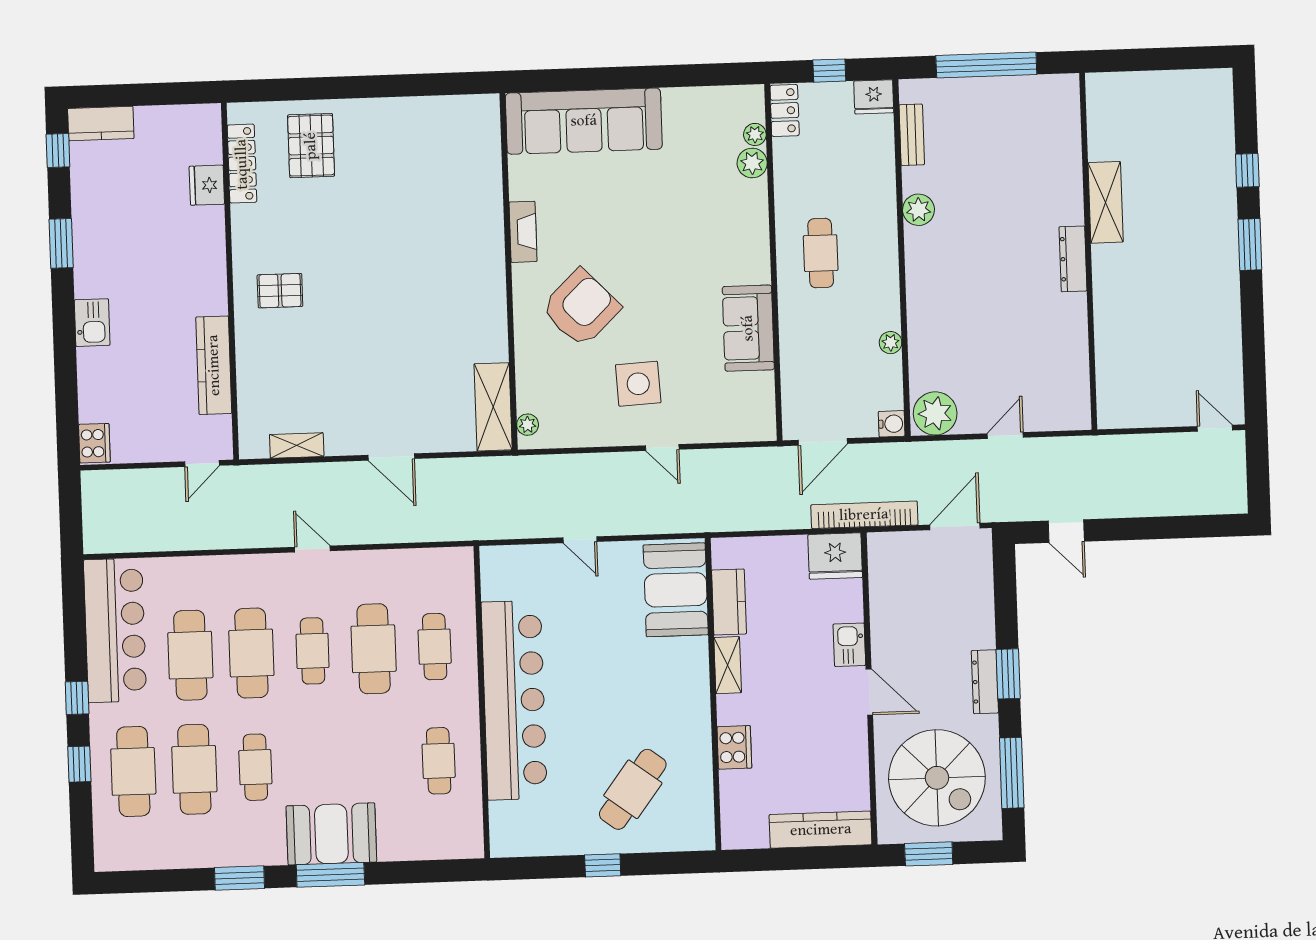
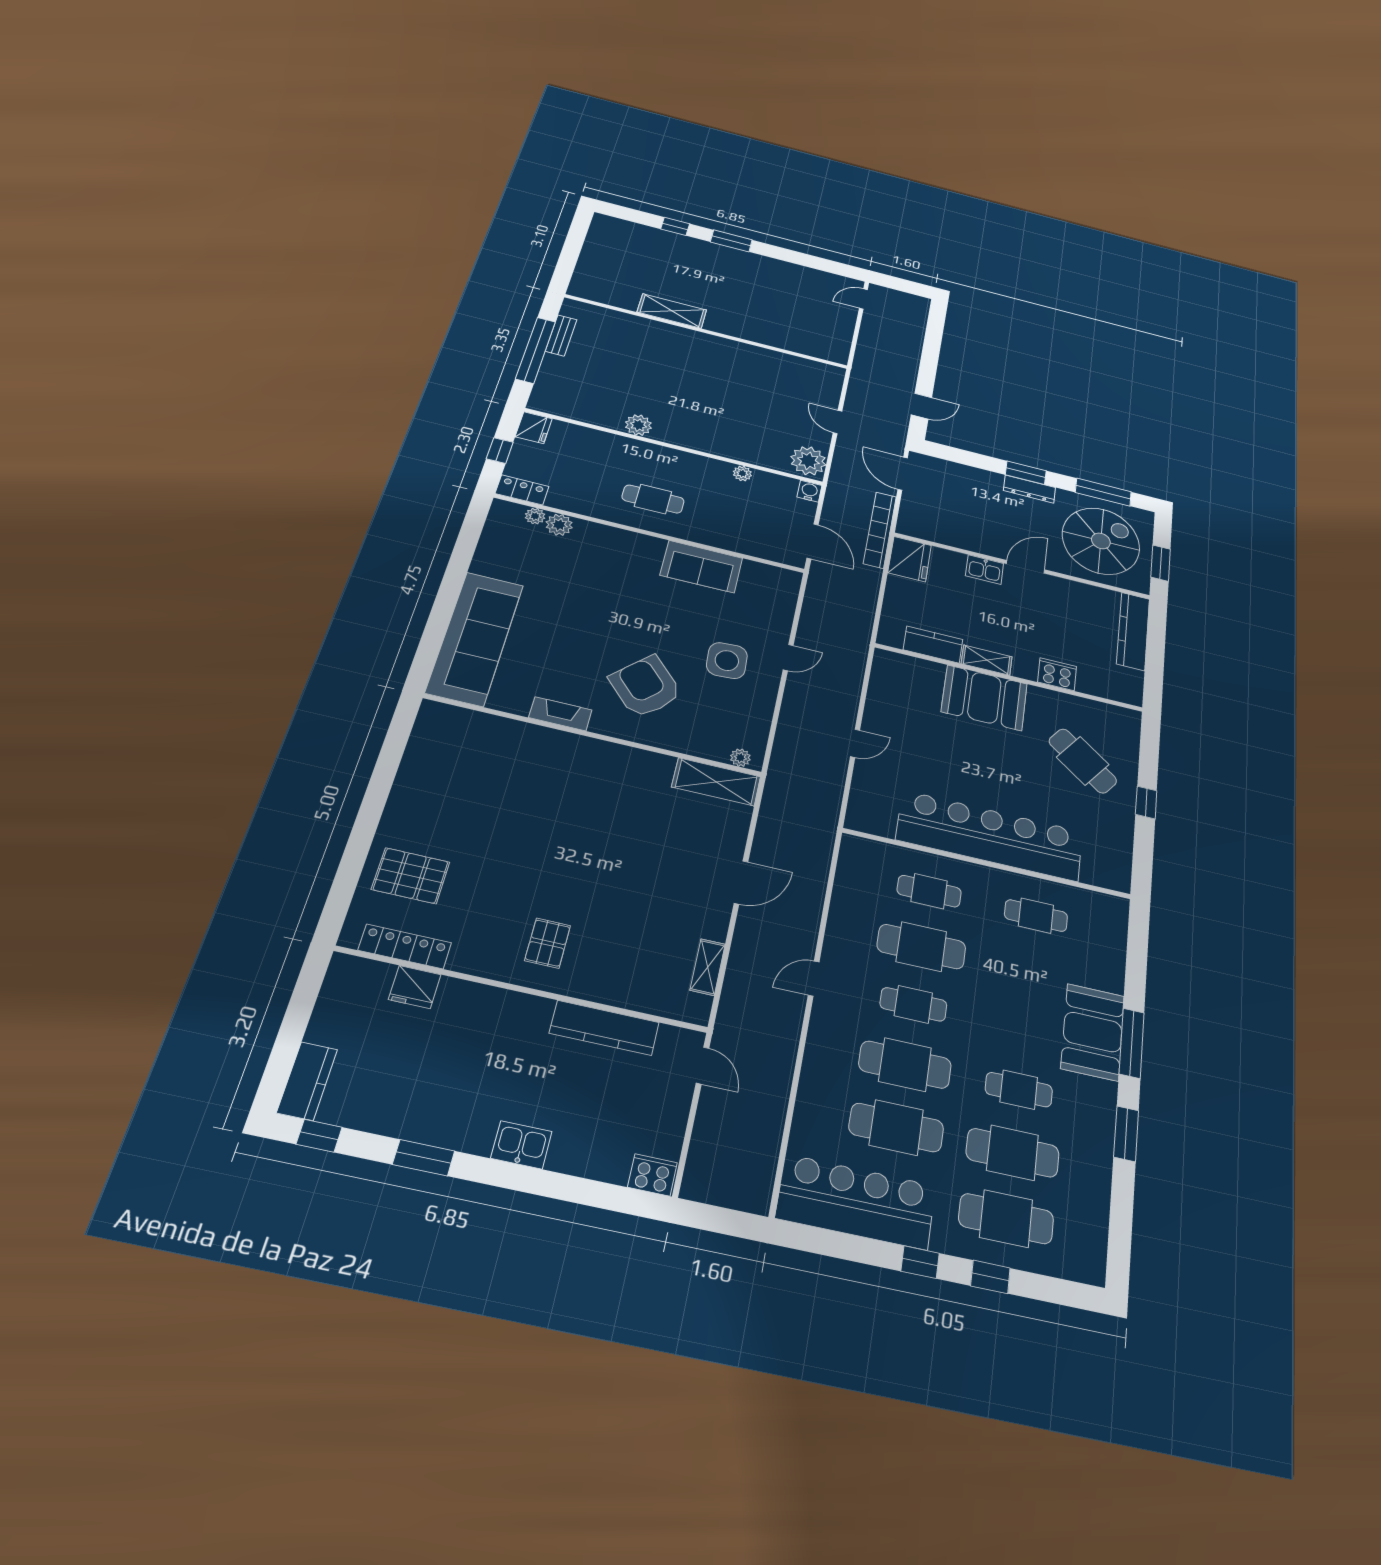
bench: (912, 135) -> (561, 335), moved, turned 90
dresser: (1073, 259) -> (710, 342), removed
booth: (676, 590) -> (984, 698), moved

